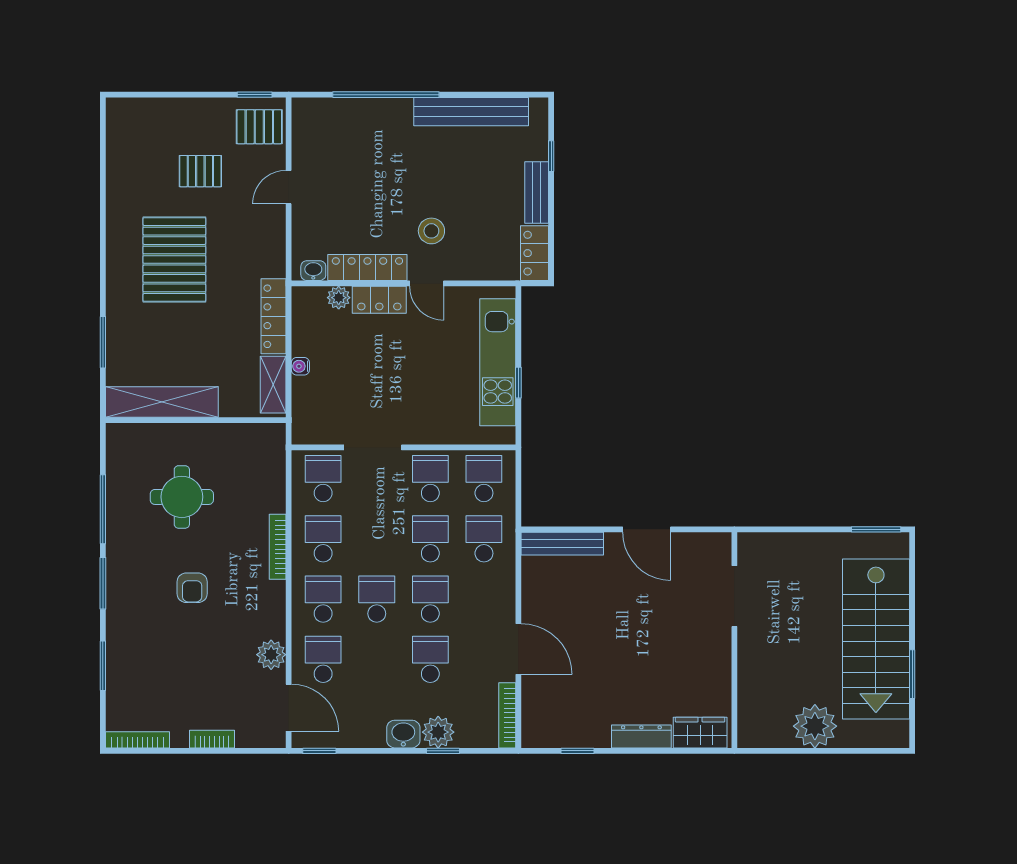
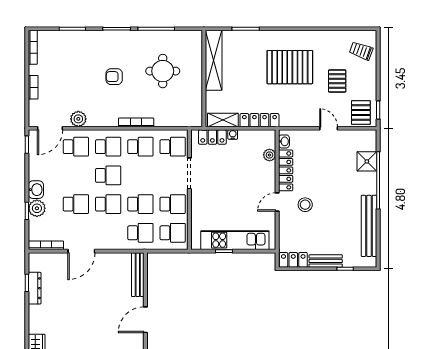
shower: (351, 116) -> (367, 161), added
trolley: (144, 126) -> (361, 51), added
locker: (379, 300) -> (212, 137), moved, turned -90
dresser: (641, 736) -> (35, 288), moved

